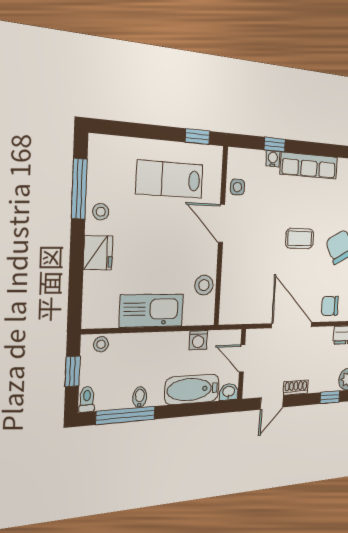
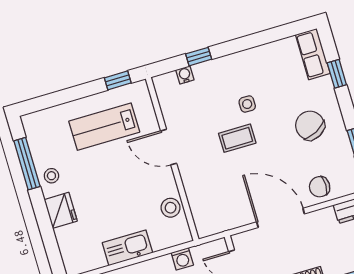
water cooler: (273, 159) -> (185, 75), moved
row of seats: (309, 166) -> (244, 61), removed
side table: (237, 187) -> (247, 104), moved
coffee table: (300, 239) -> (237, 138), moved
kitchen sink: (152, 311) -> (127, 248), width x0.73, depth x0.81

